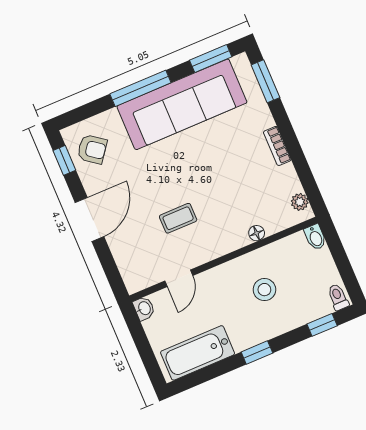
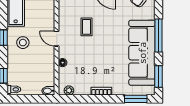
door: (179, 278) -> (57, 39), moved
stool: (264, 290) -> (23, 43), moved

